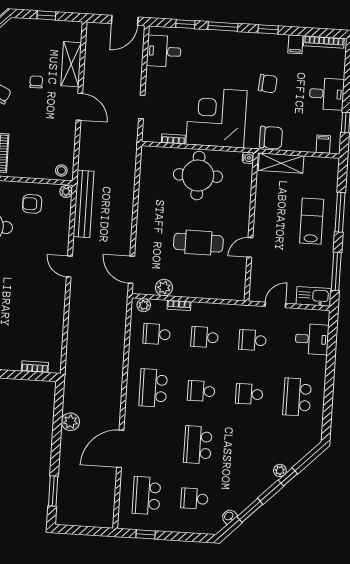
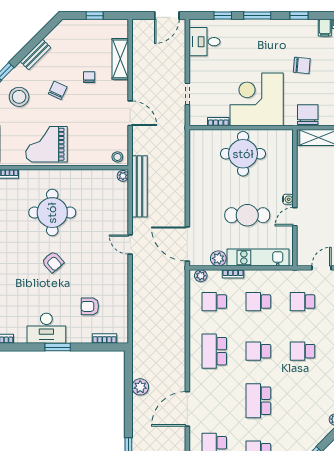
door: (79, 107) -> (130, 113), moved
chair: (271, 138) -> (308, 115), turned -90
water cooler: (248, 158) -> (288, 199), moved
armchair: (32, 204) -> (90, 306), moved
door: (131, 270) -> (187, 244), width x1.36
kitchen unit: (207, 289) -> (258, 257), added

